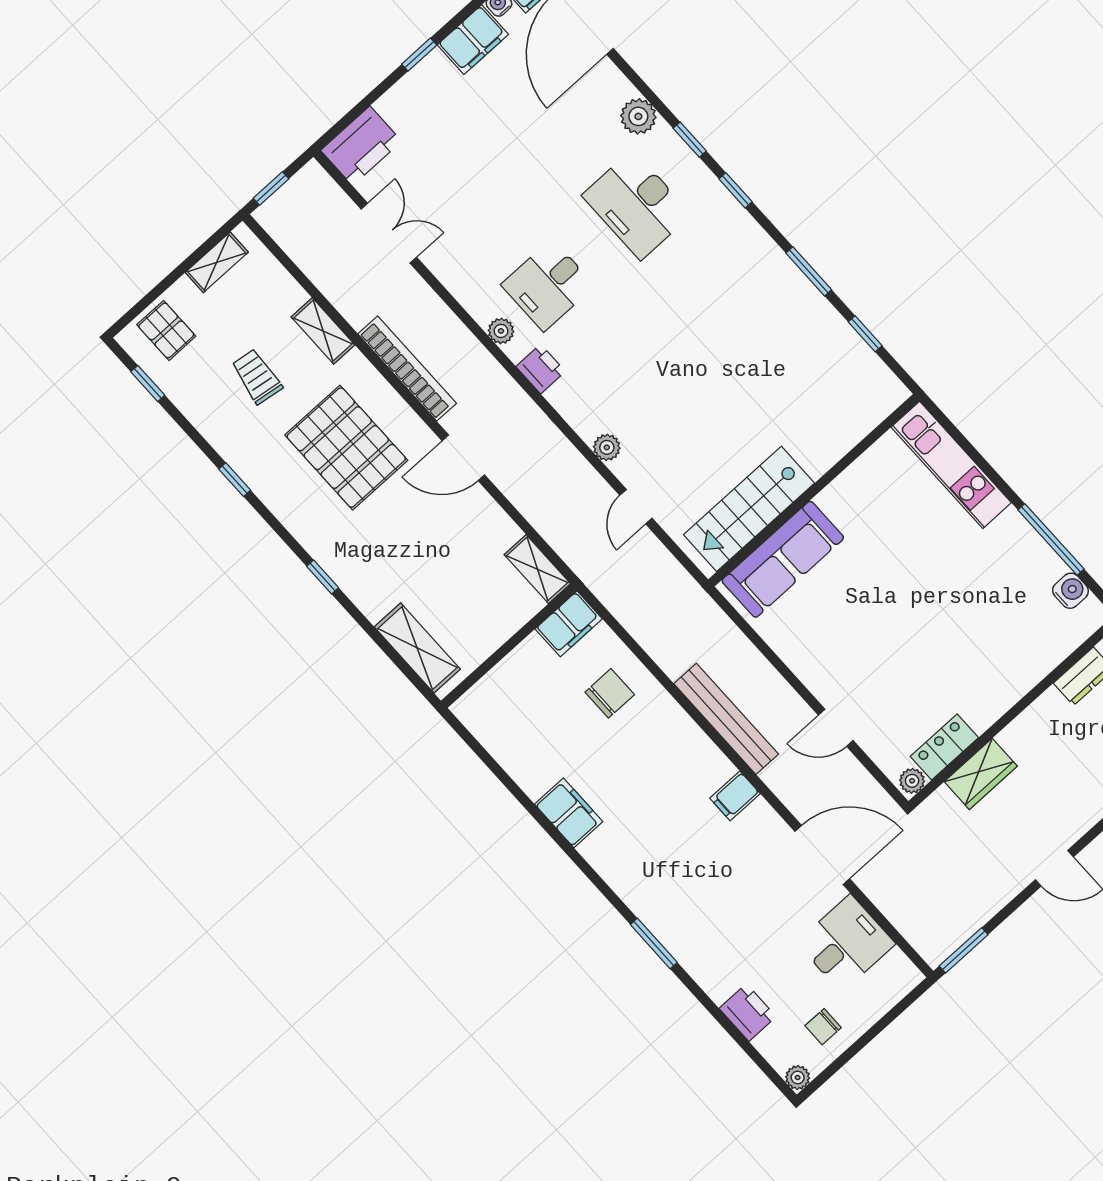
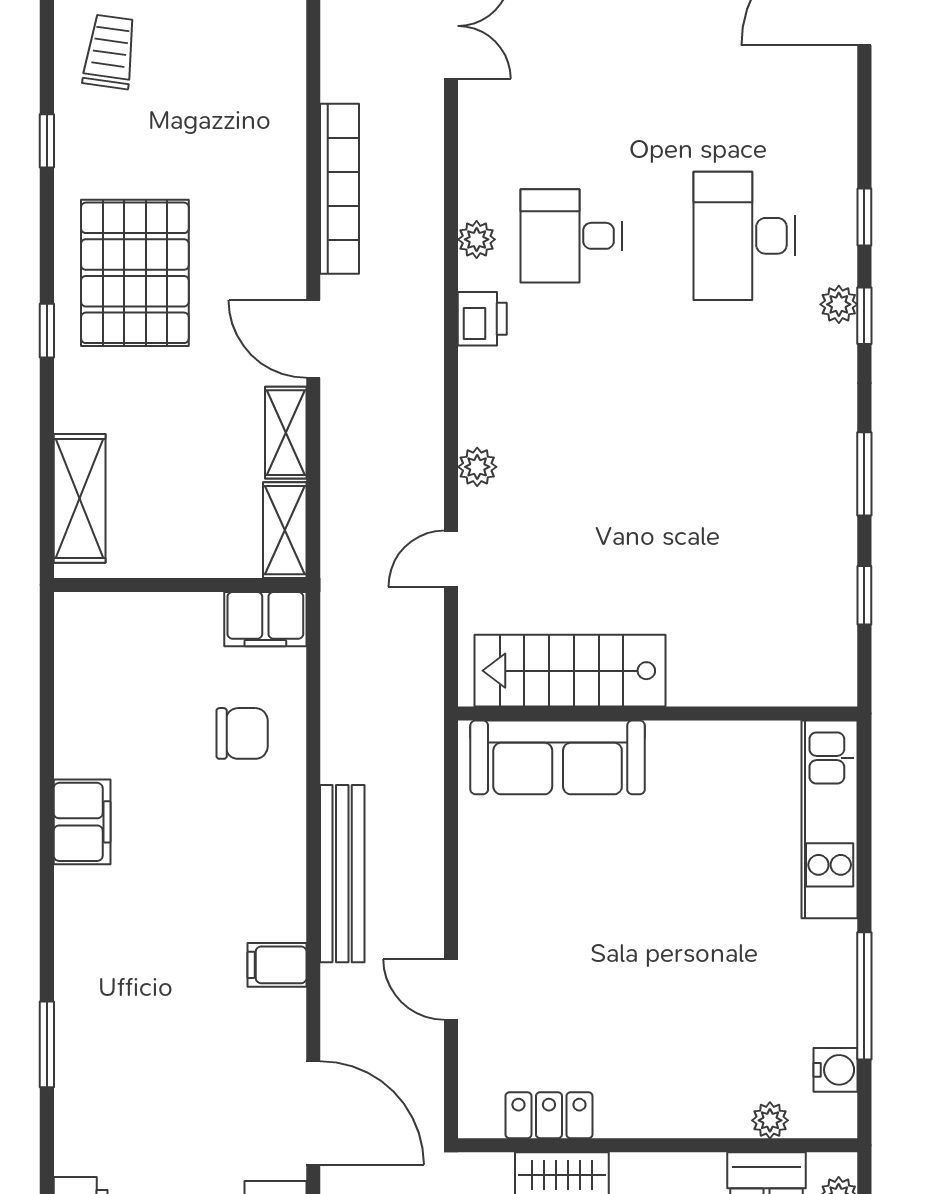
plant: (638, 116) -> (839, 304), moved, width x0.73, depth x0.73
shelving: (323, 331) -> (286, 433), moved
trolley: (257, 377) -> (110, 52), moved
pallet: (346, 448) -> (135, 273), moved
plant: (912, 781) -> (770, 1120), moved

